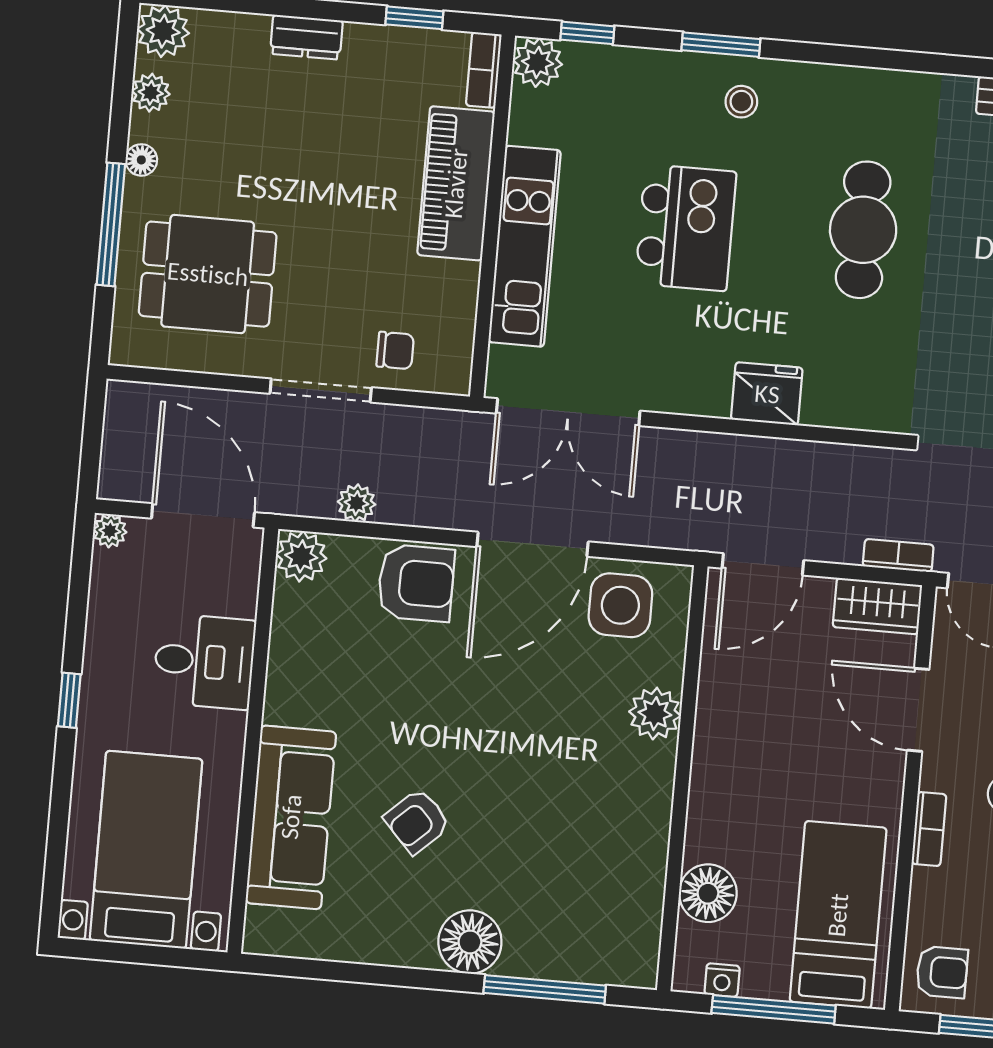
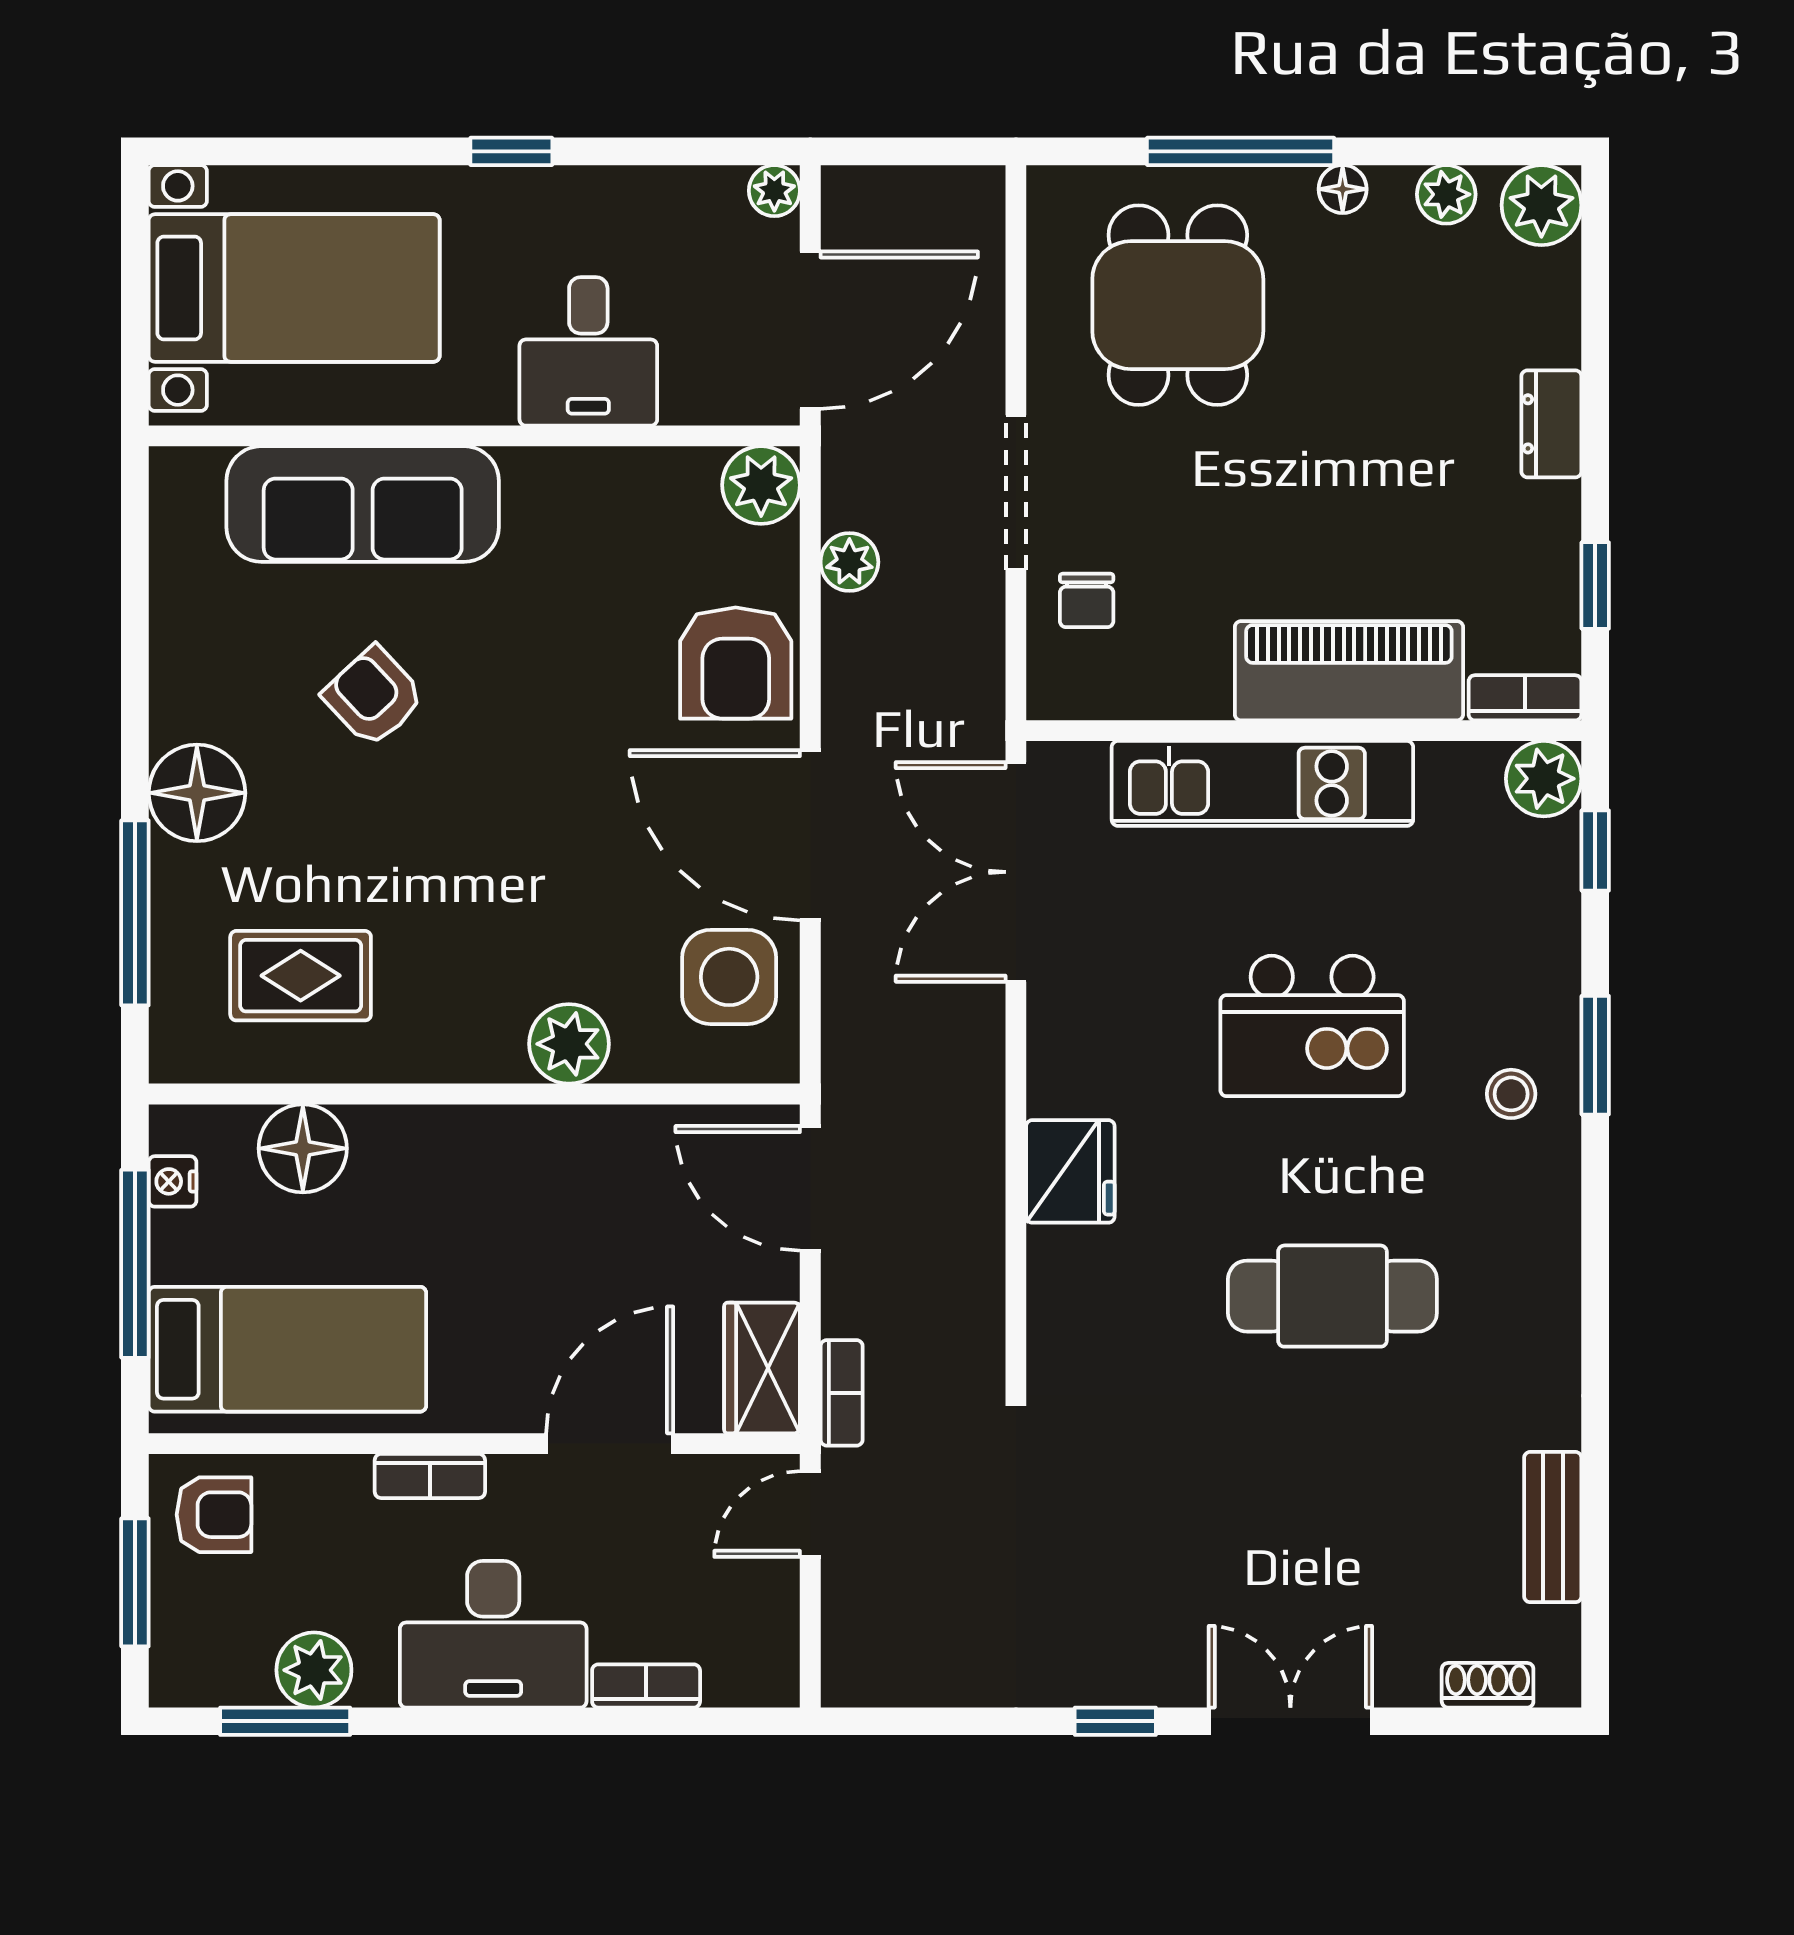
rug: (595, 885) -> (301, 976), added
armchair: (942, 972) -> (214, 1515), turned -90

